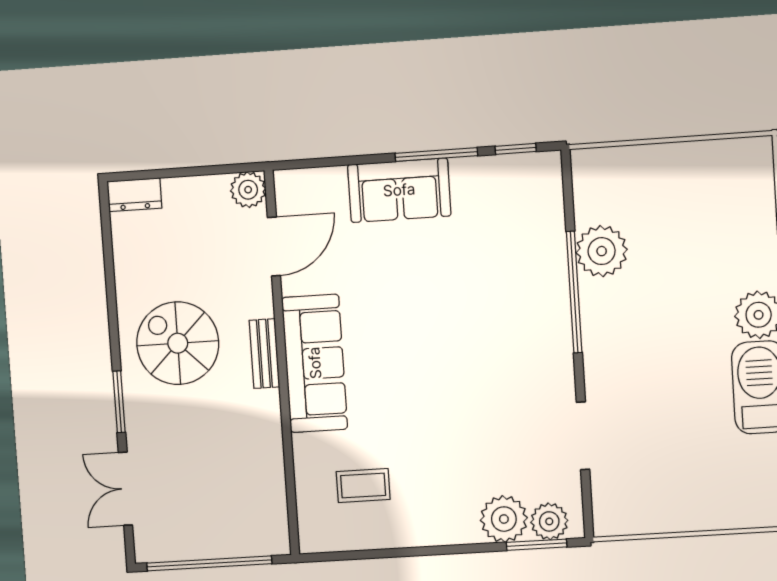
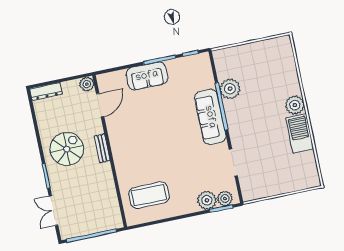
dresser: (134, 195) -> (46, 91), width x1.44
spiral stairs: (178, 343) -> (67, 149), turned 90
sofa: (315, 363) -> (210, 117), moved, turned 180
coffee table: (363, 486) -> (149, 195), width x1.86, depth x1.72

